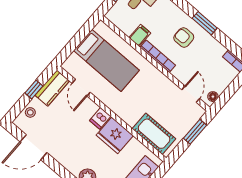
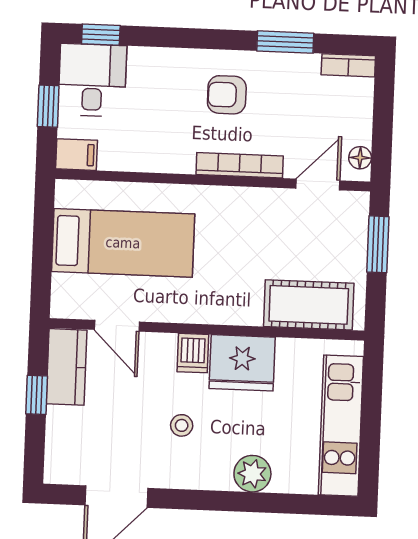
window: (205, 23) -> (285, 42), moved
filing cabinet: (140, 35) -> (76, 155), moved, turned 90
bookcase: (158, 56) -> (240, 165), moved
door: (191, 94) -> (318, 184), hinge flipped
stool: (30, 112) -> (182, 425), moved

